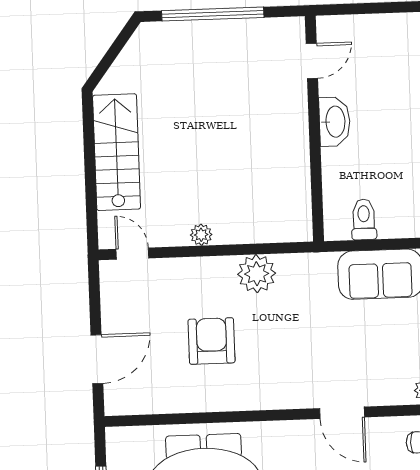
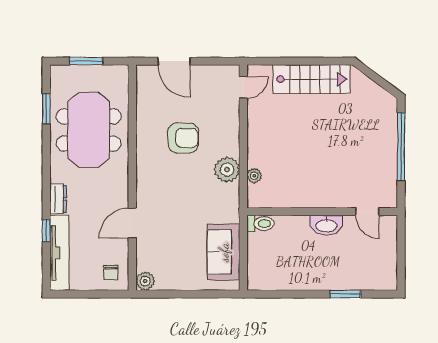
toilet: (364, 219) -> (260, 223), moved
plant: (201, 235) -> (254, 176), moved

